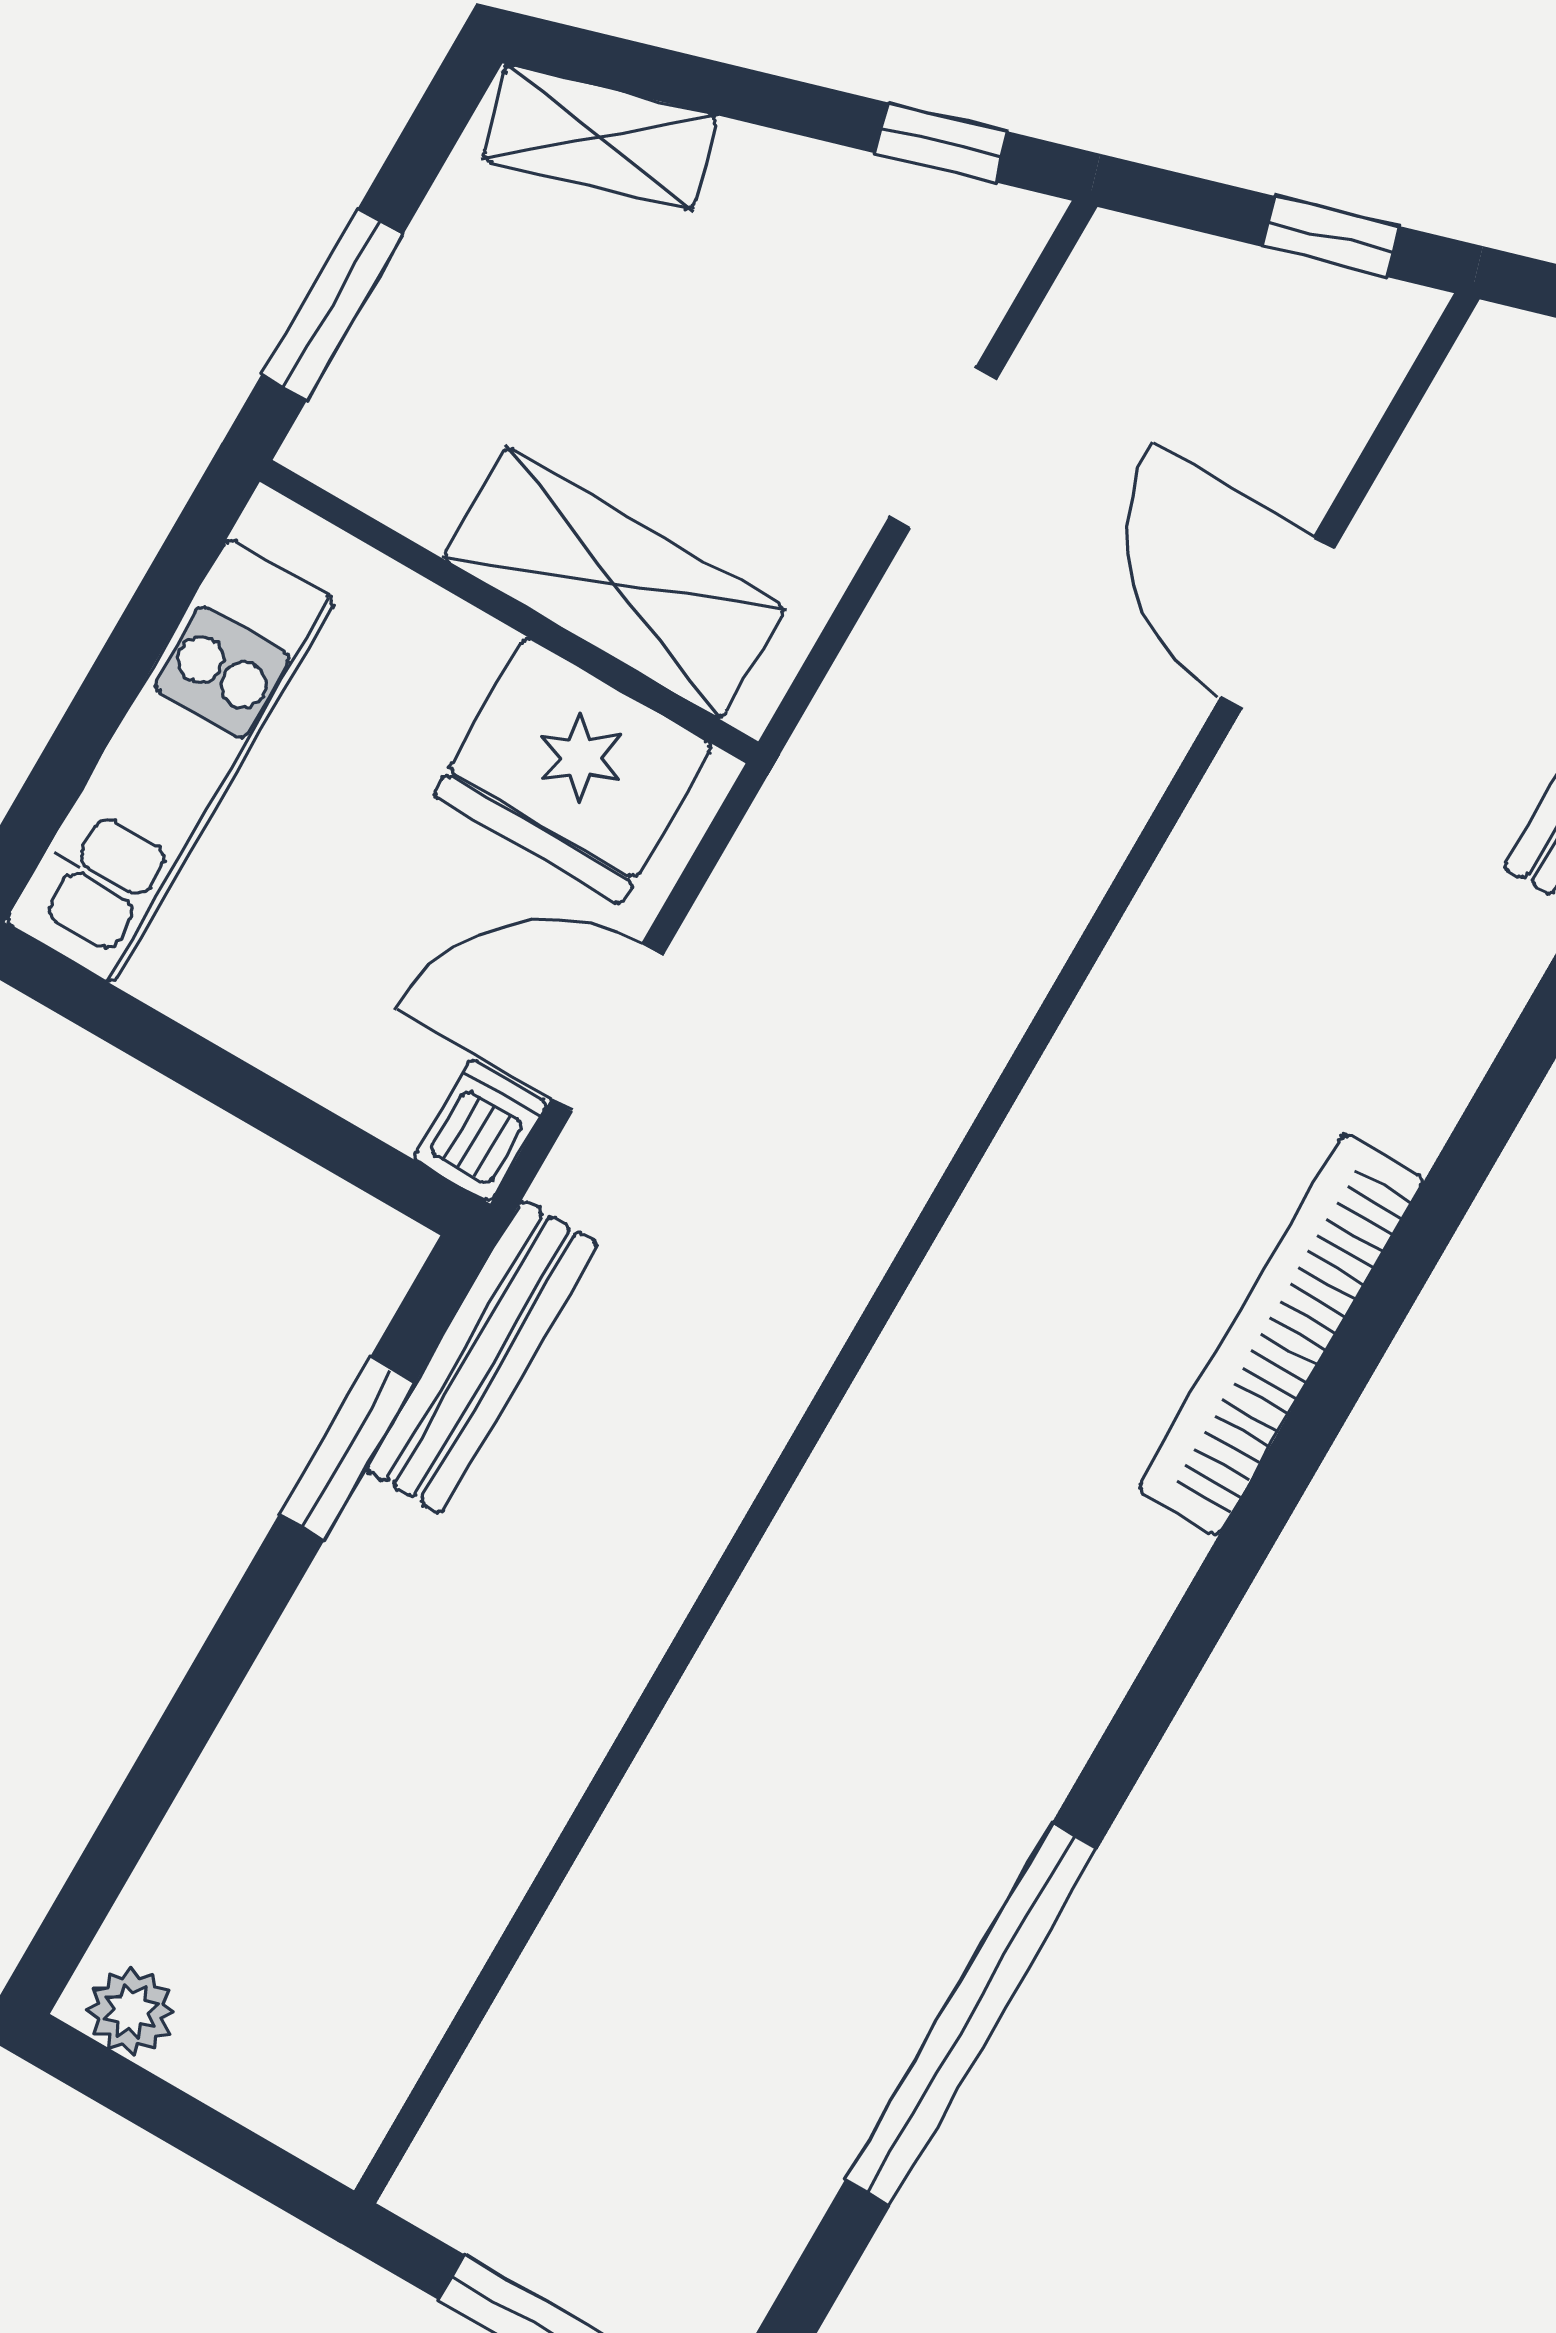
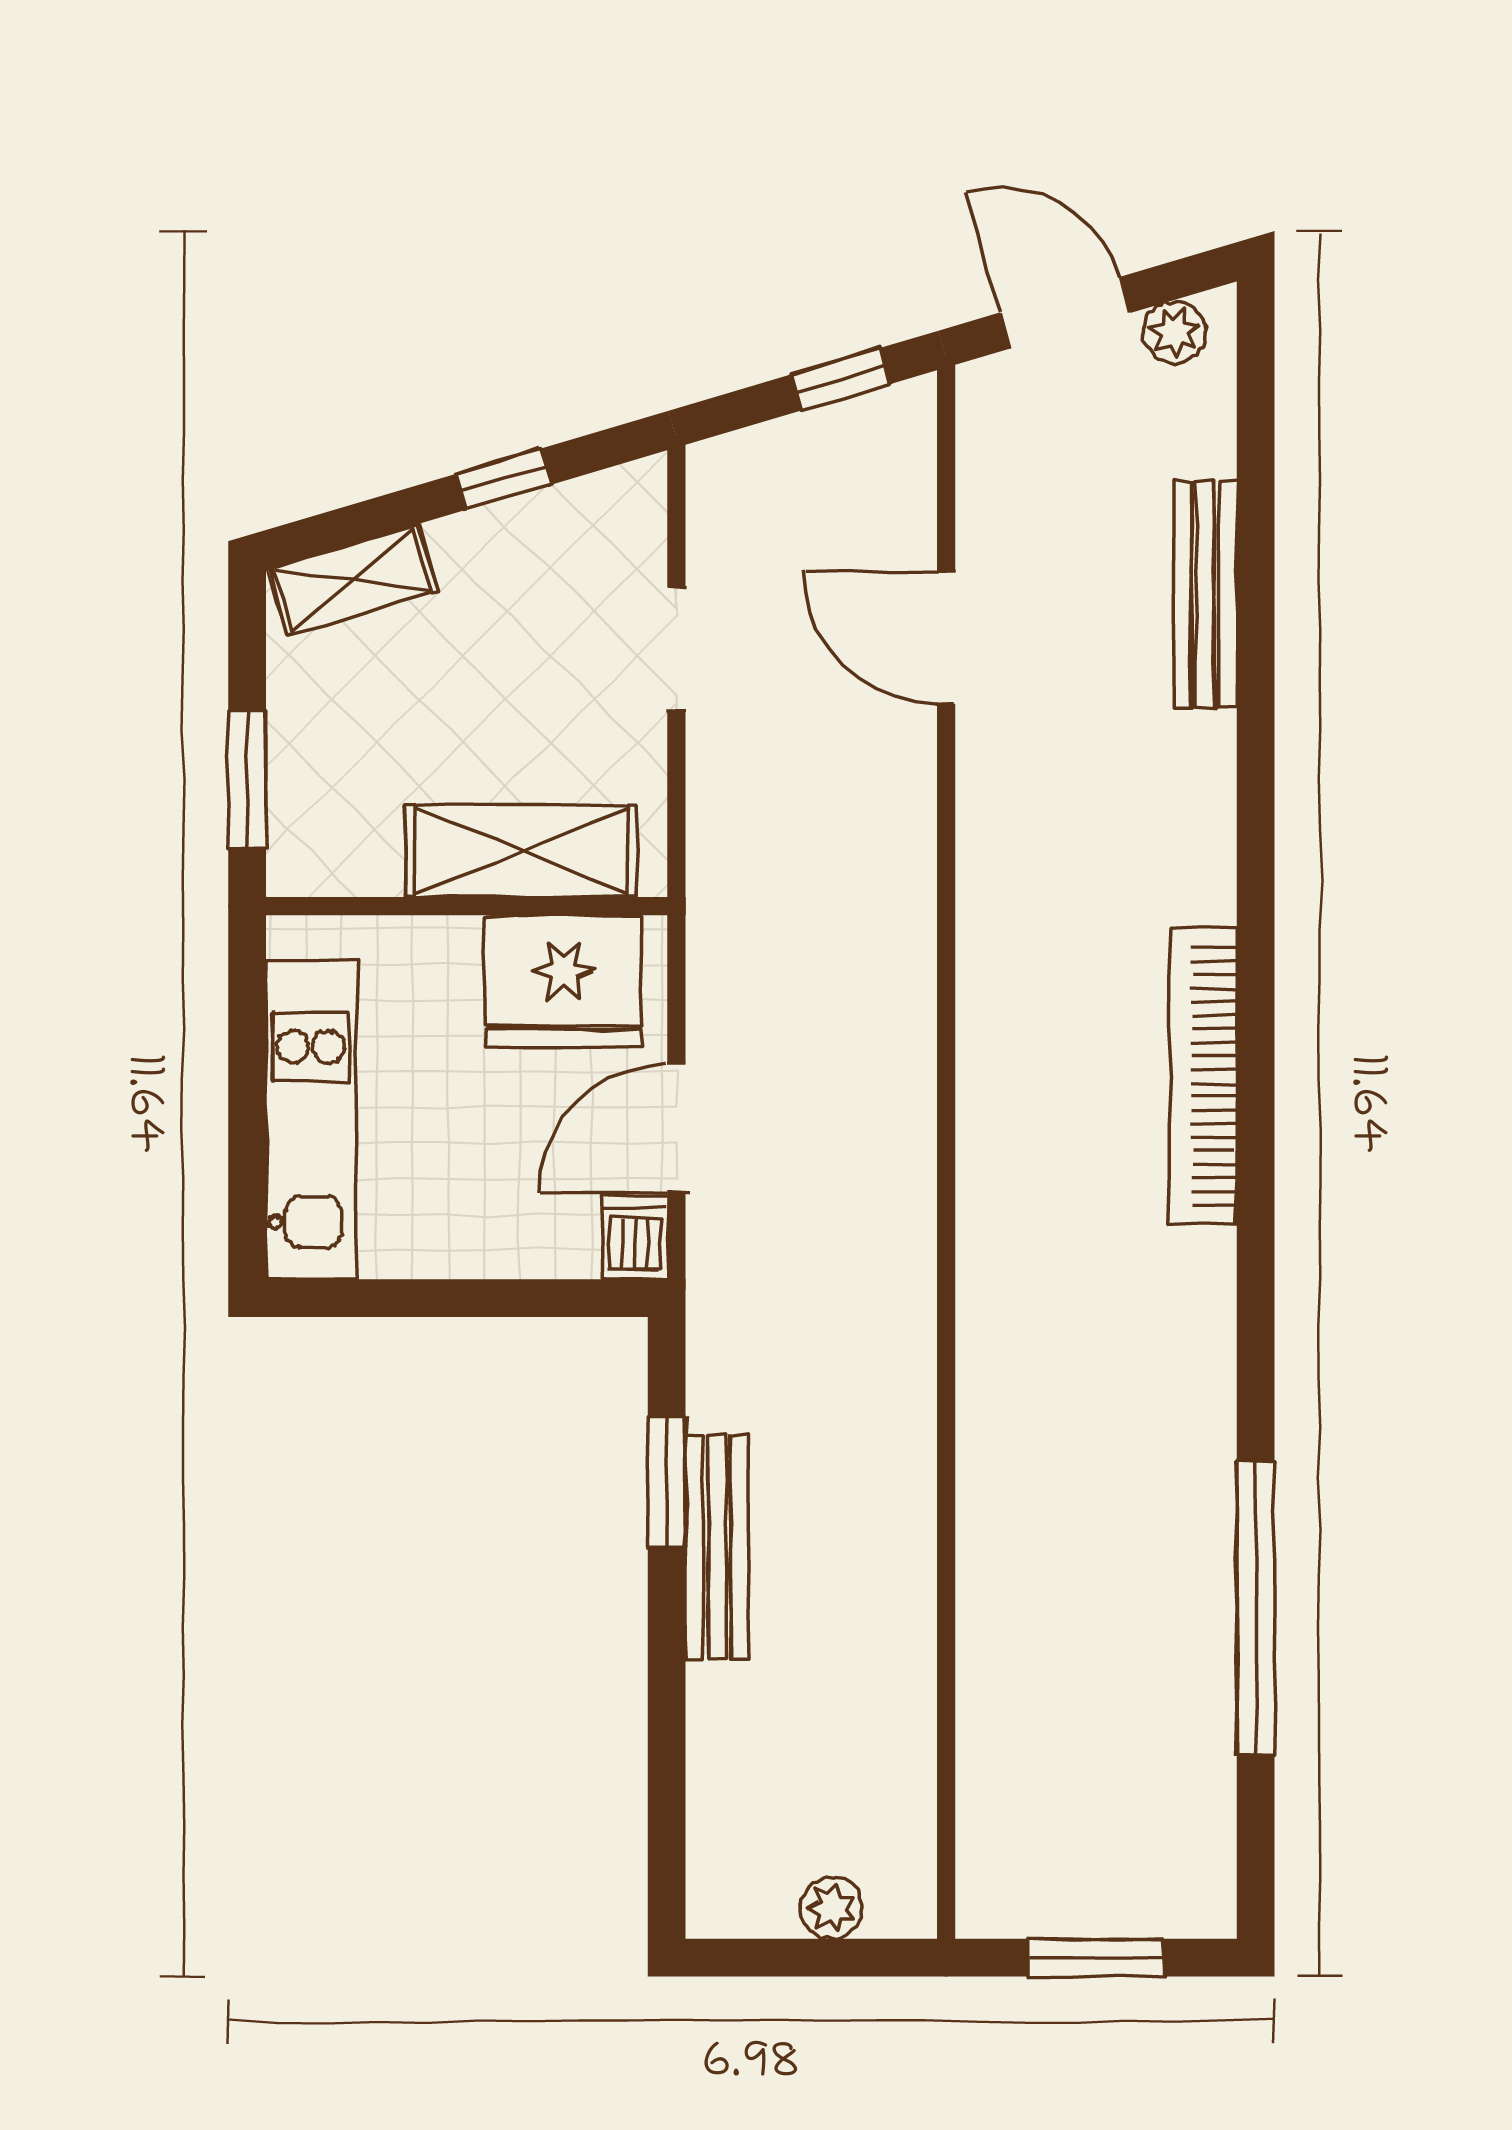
window: (942, 142) -> (503, 479), moved
bench: (482, 1357) -> (717, 1547), moved
plant: (131, 2011) -> (832, 1908), moved

